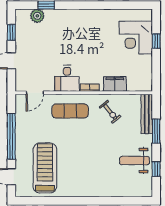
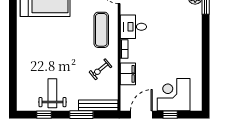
door: (156, 70) -> (141, 115), added

